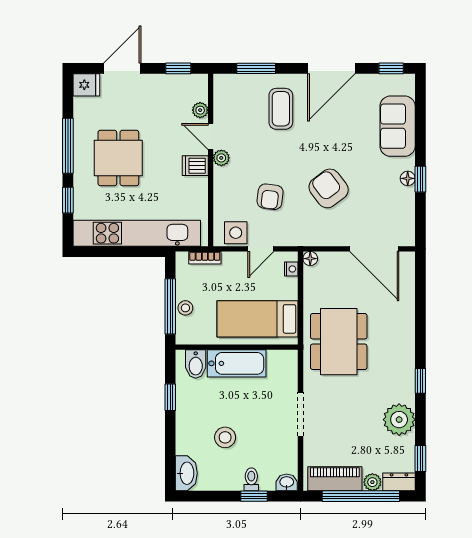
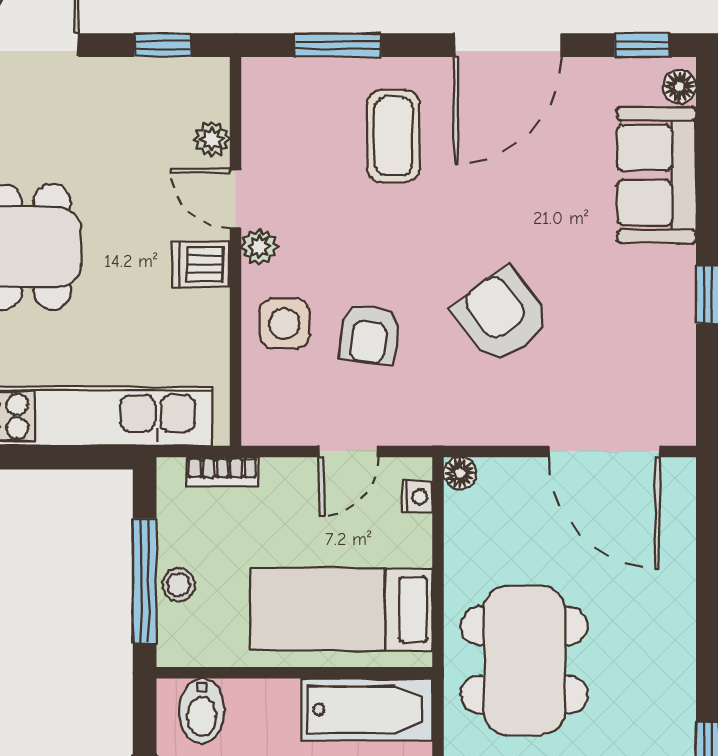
floor lamp: (408, 178) -> (679, 87), moved
side table: (236, 233) -> (284, 324), moved
bathtub: (237, 363) -> (366, 710), moved

